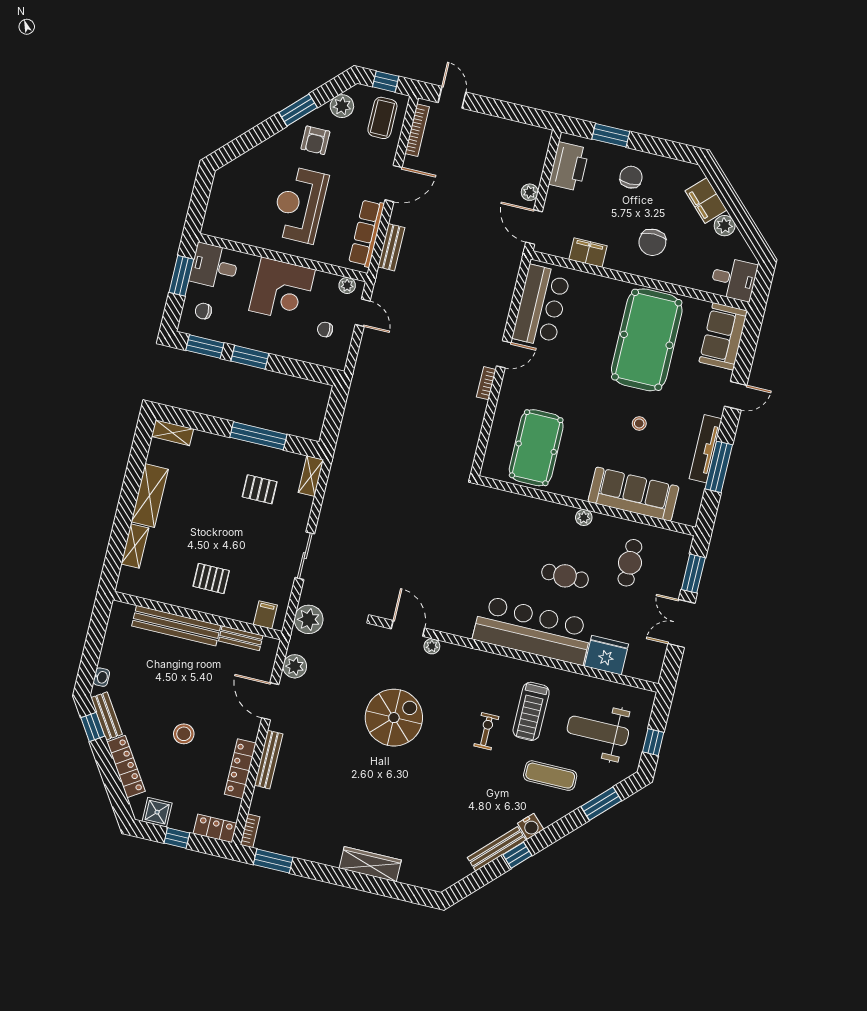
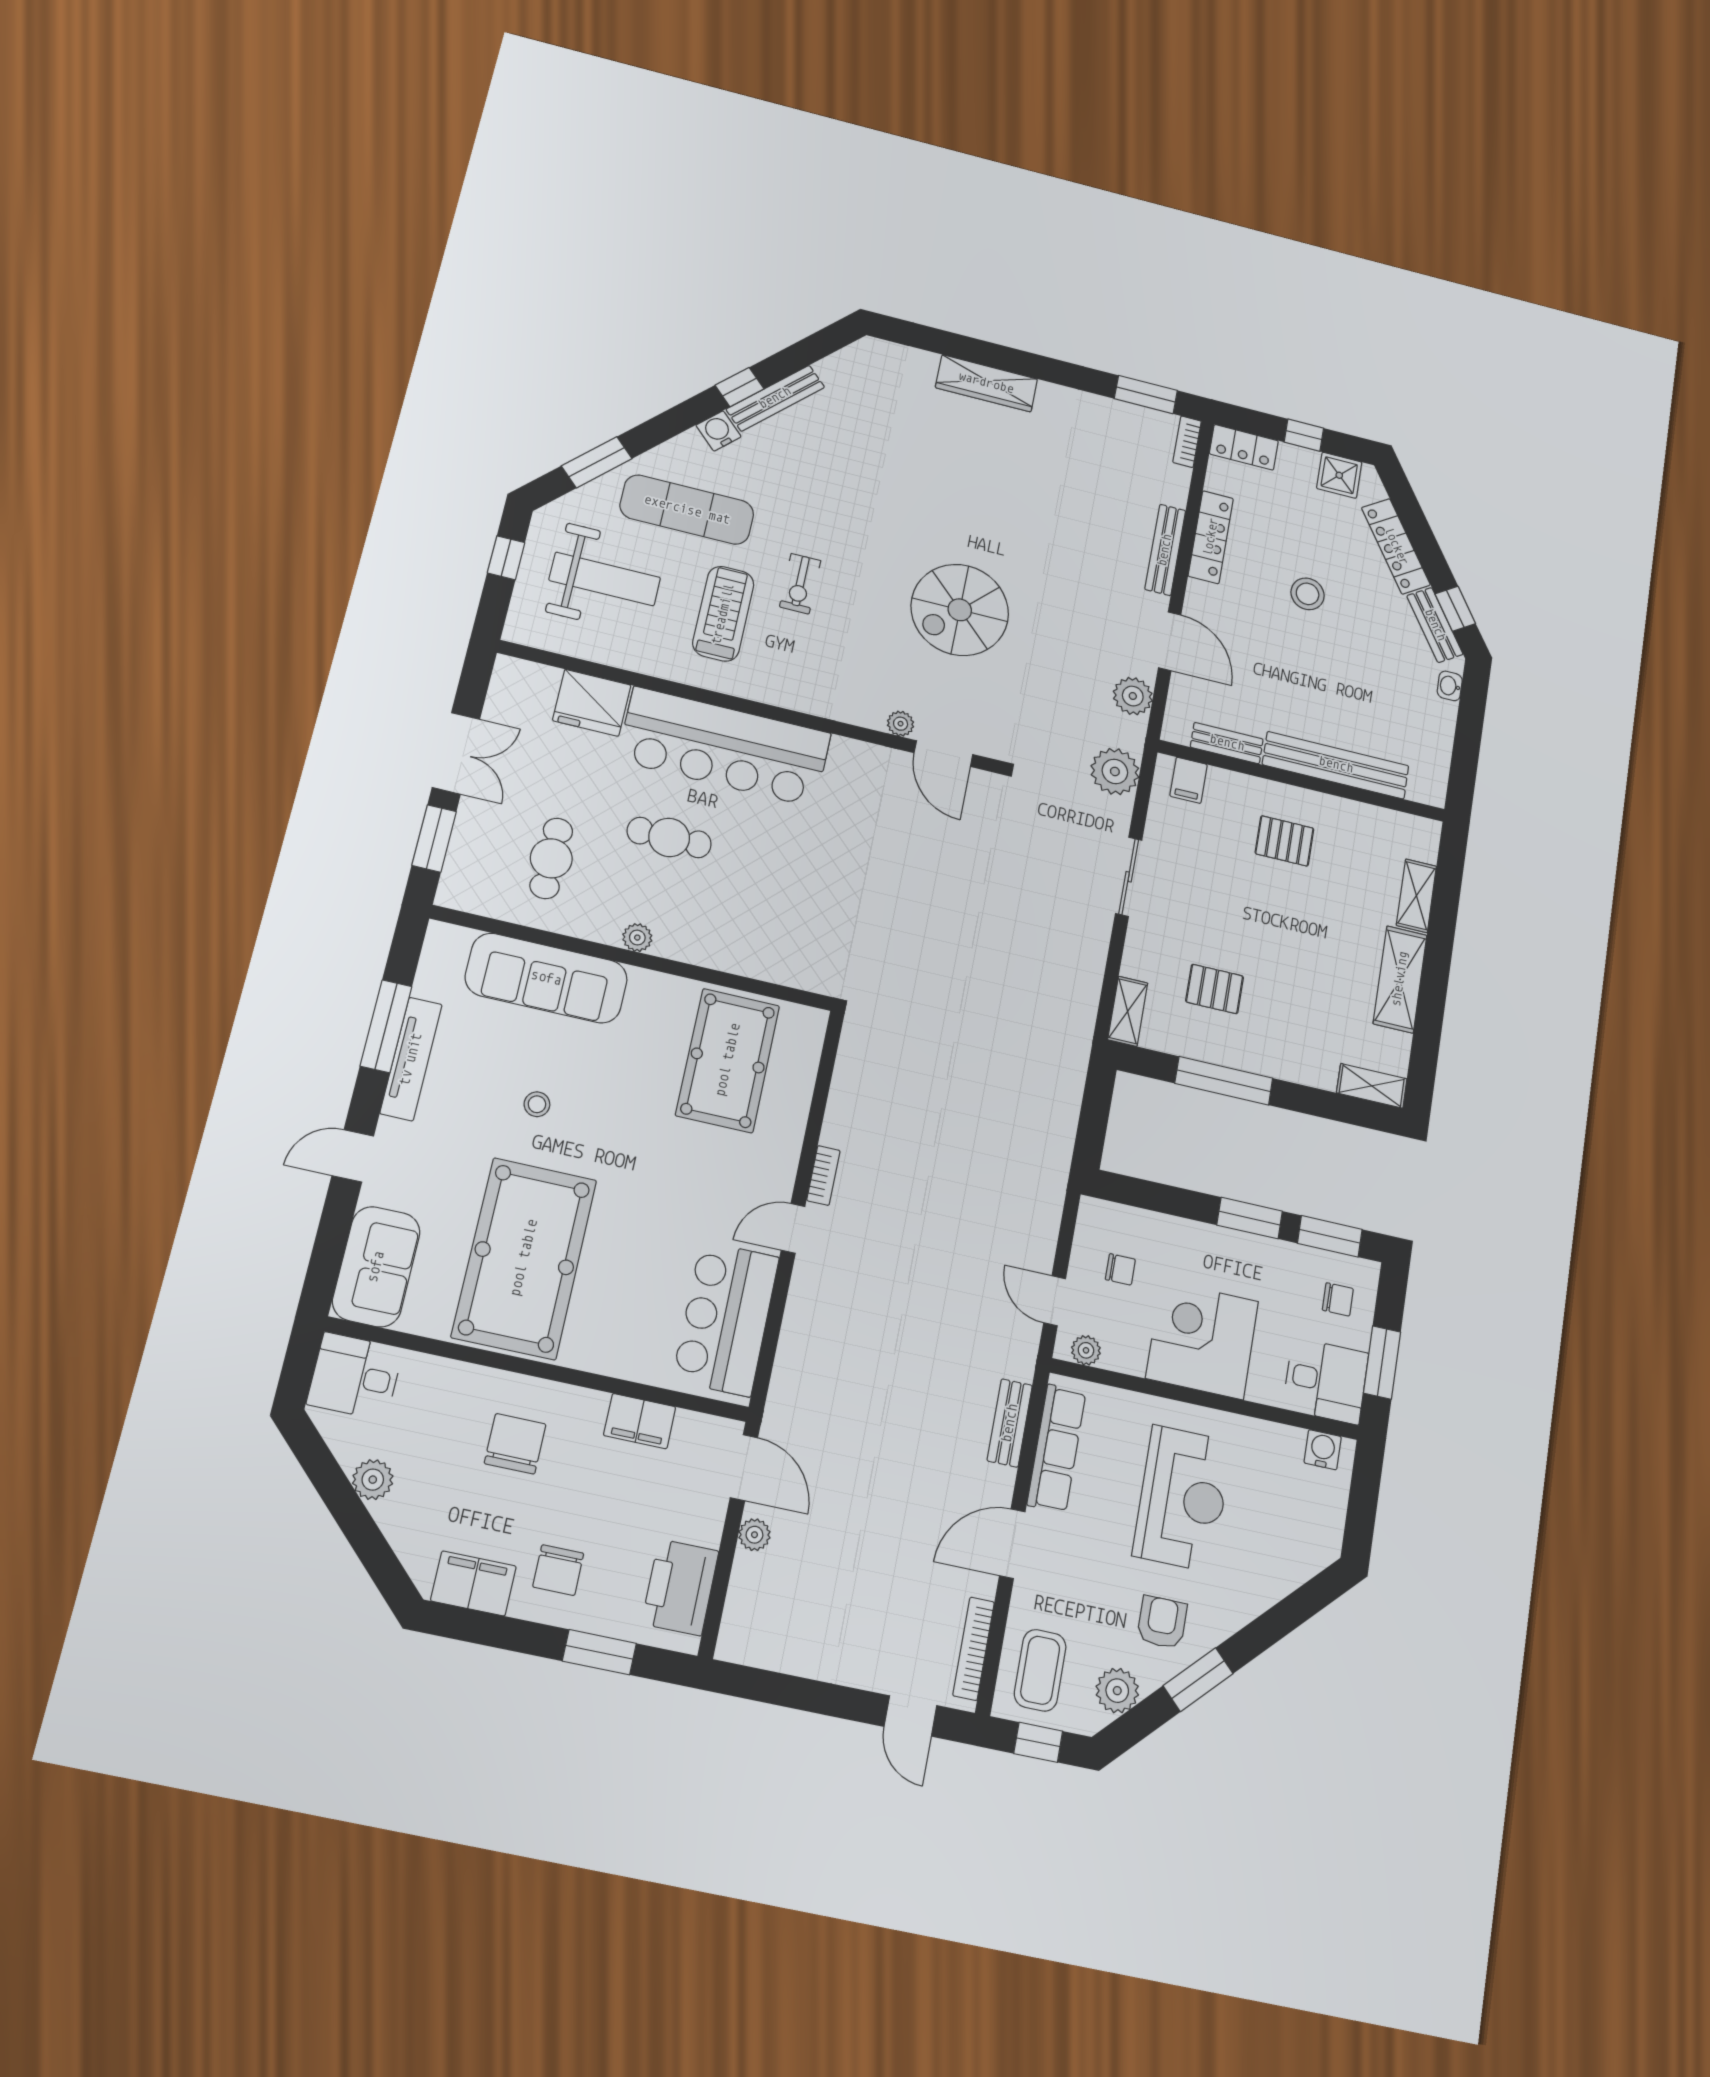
filing cabinet: (706, 200) -> (473, 1583), moved, turned -45
water cooler: (219, 229) -> (1323, 1450), added
exercise mat: (550, 776) -> (687, 510), width x1.36, depth x1.45

